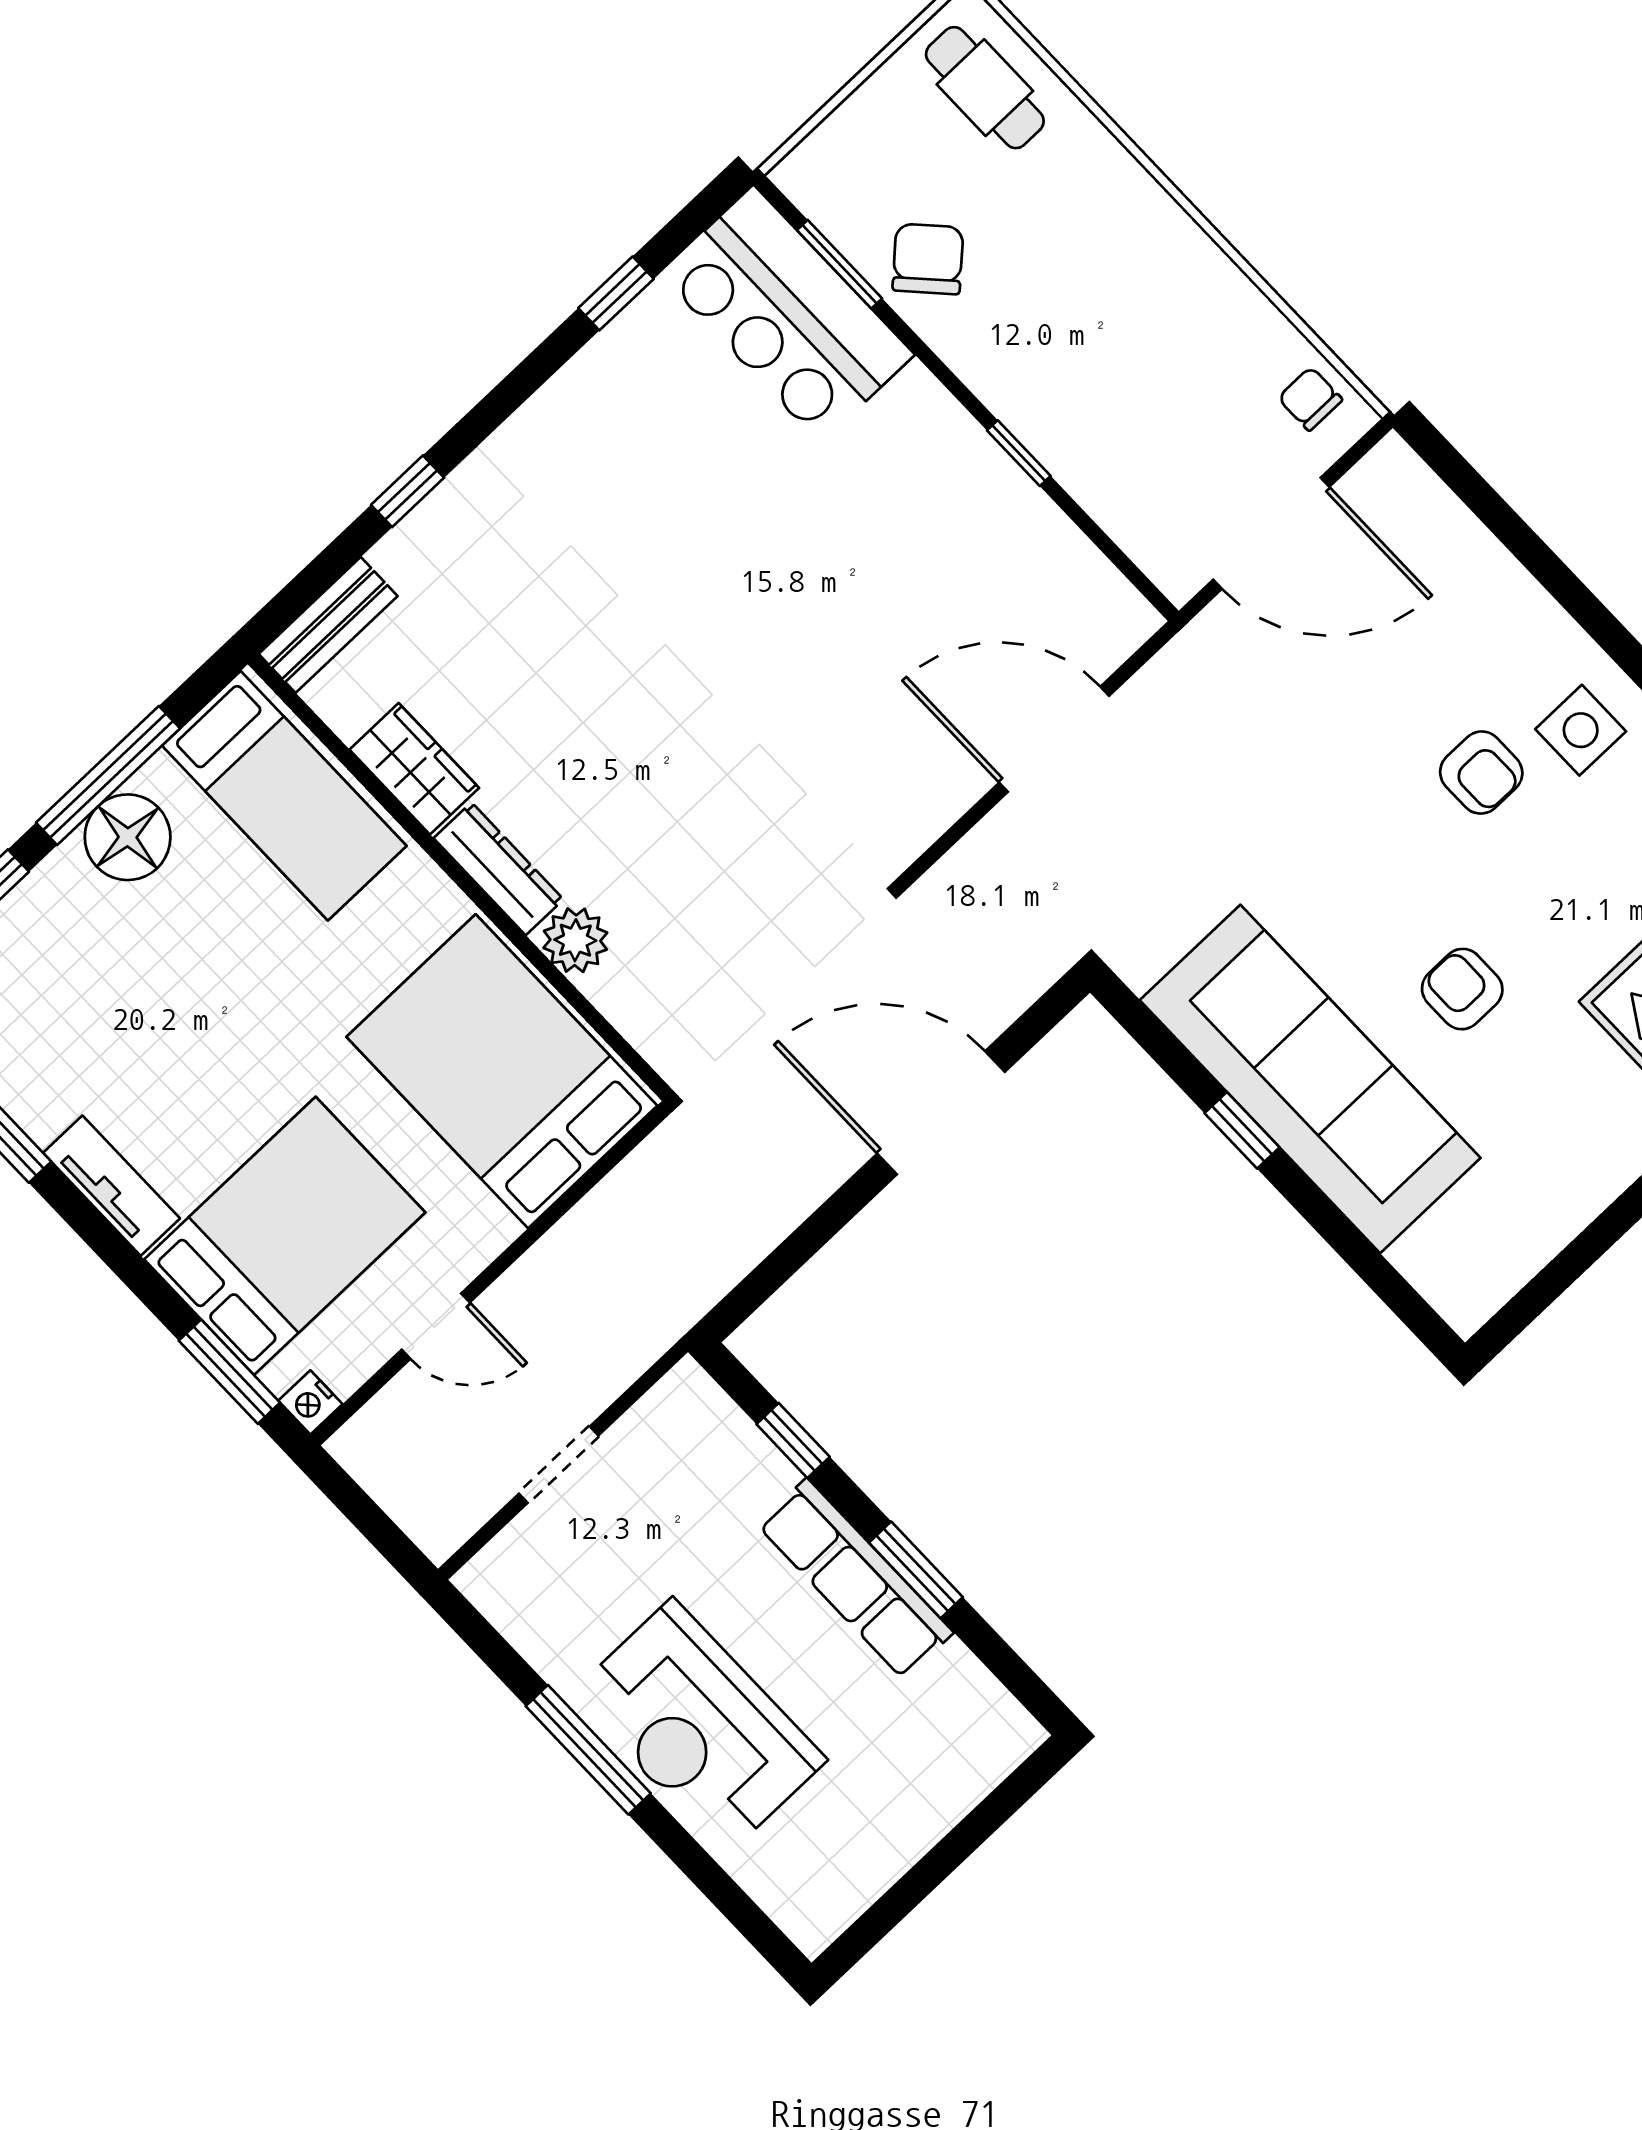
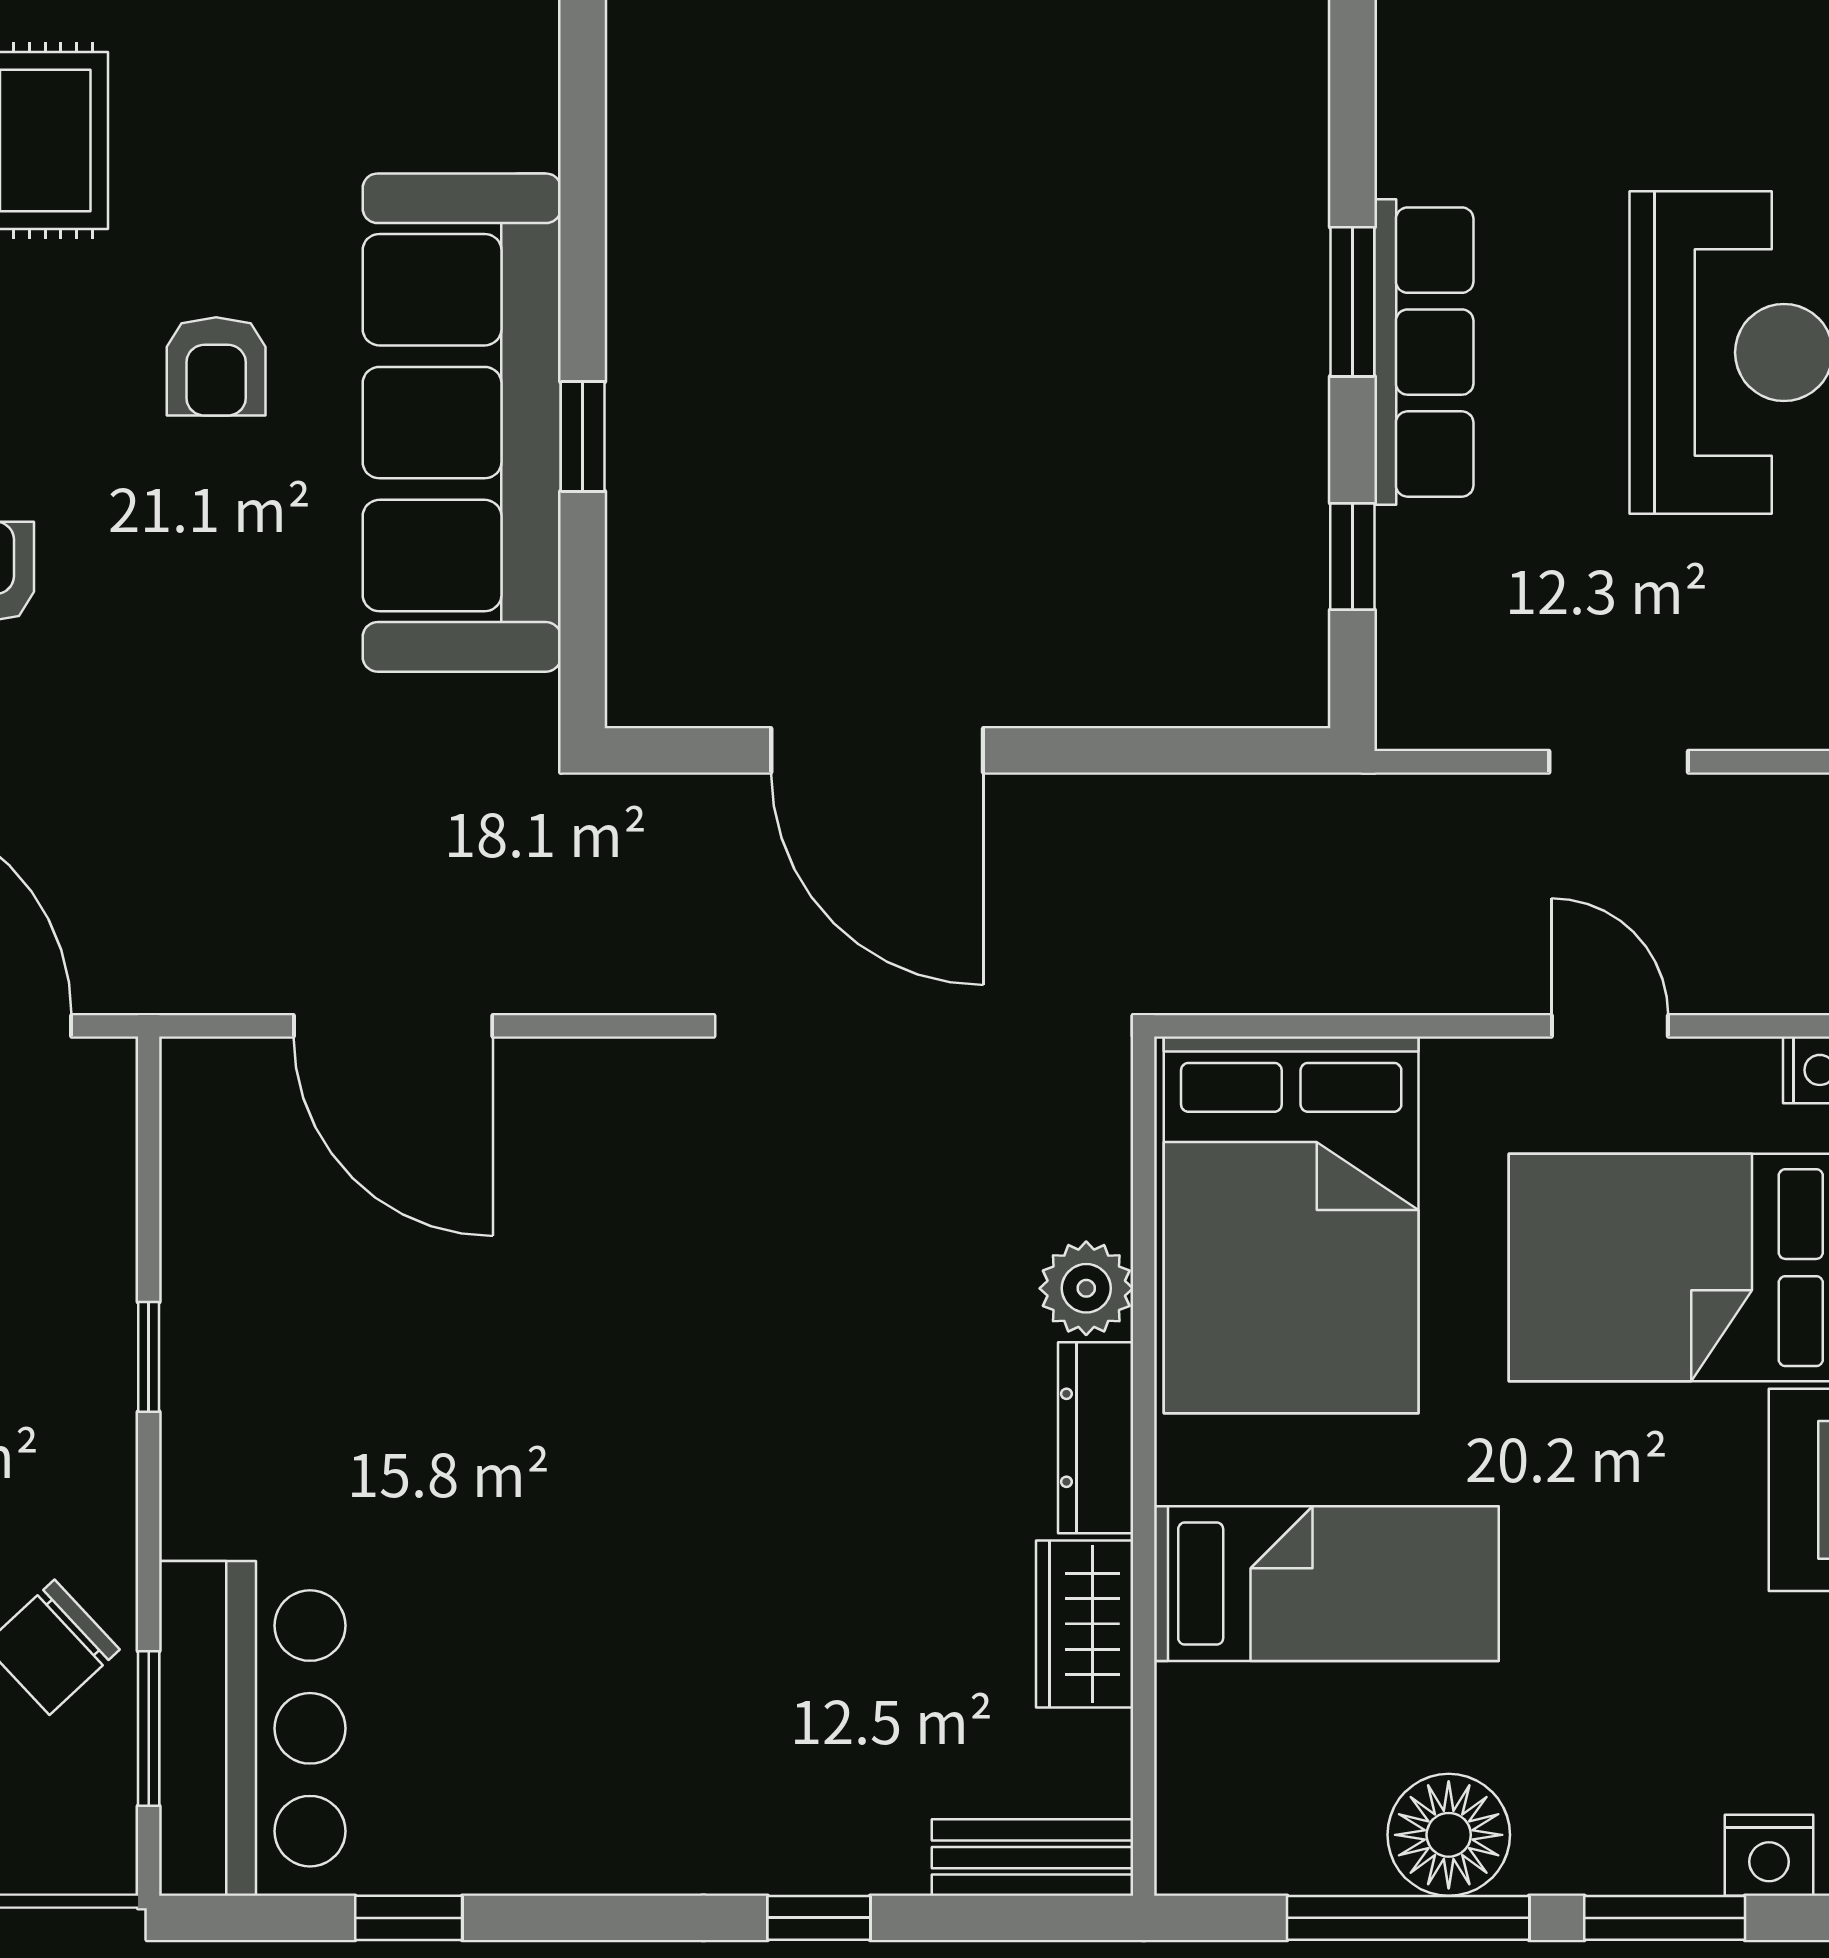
bed: (284, 796) -> (1326, 1584), moved, turned 90

